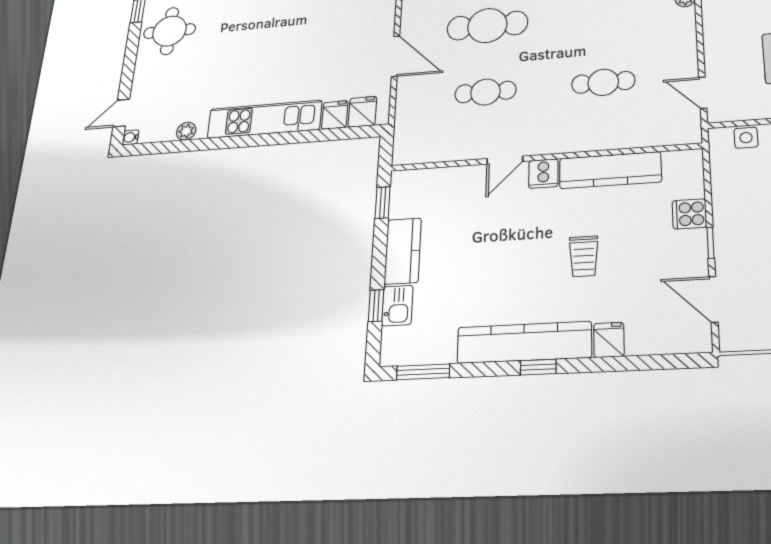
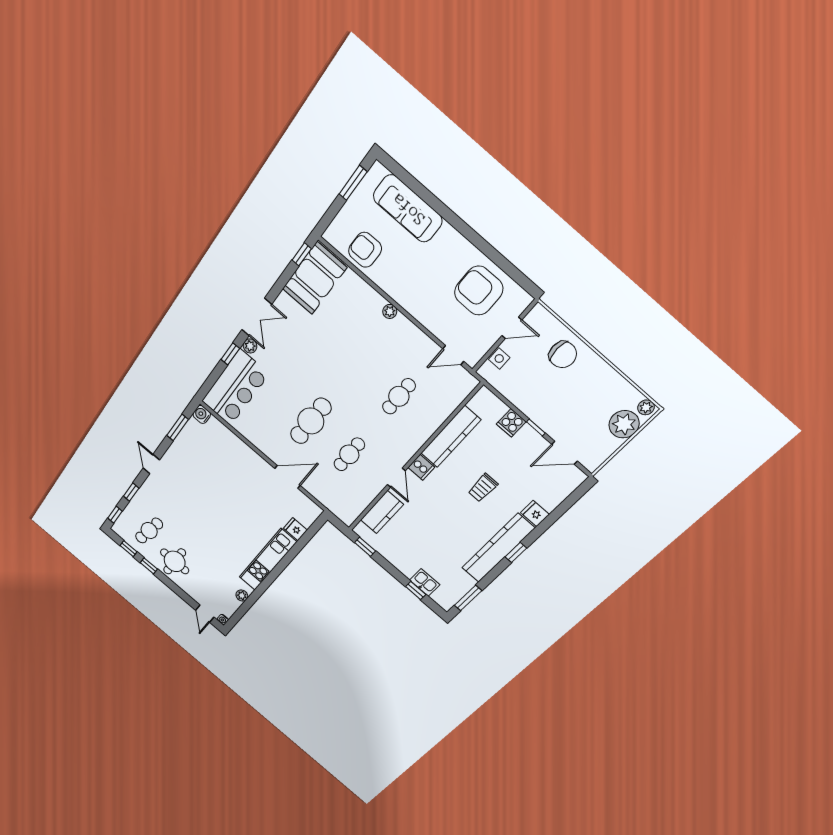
fridge: (362, 112) -> (306, 516), removed
kitchen counter: (403, 251) -> (382, 512), moved, turned 90
trolley: (584, 256) -> (483, 488), turned 90

